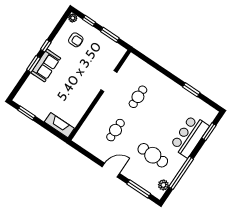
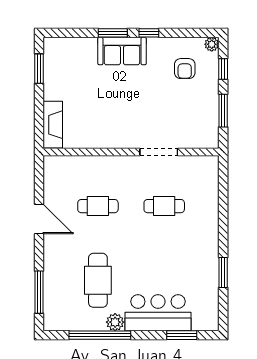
door: (111, 170) -> (39, 219), moved
plant: (163, 185) -> (115, 322), moved

